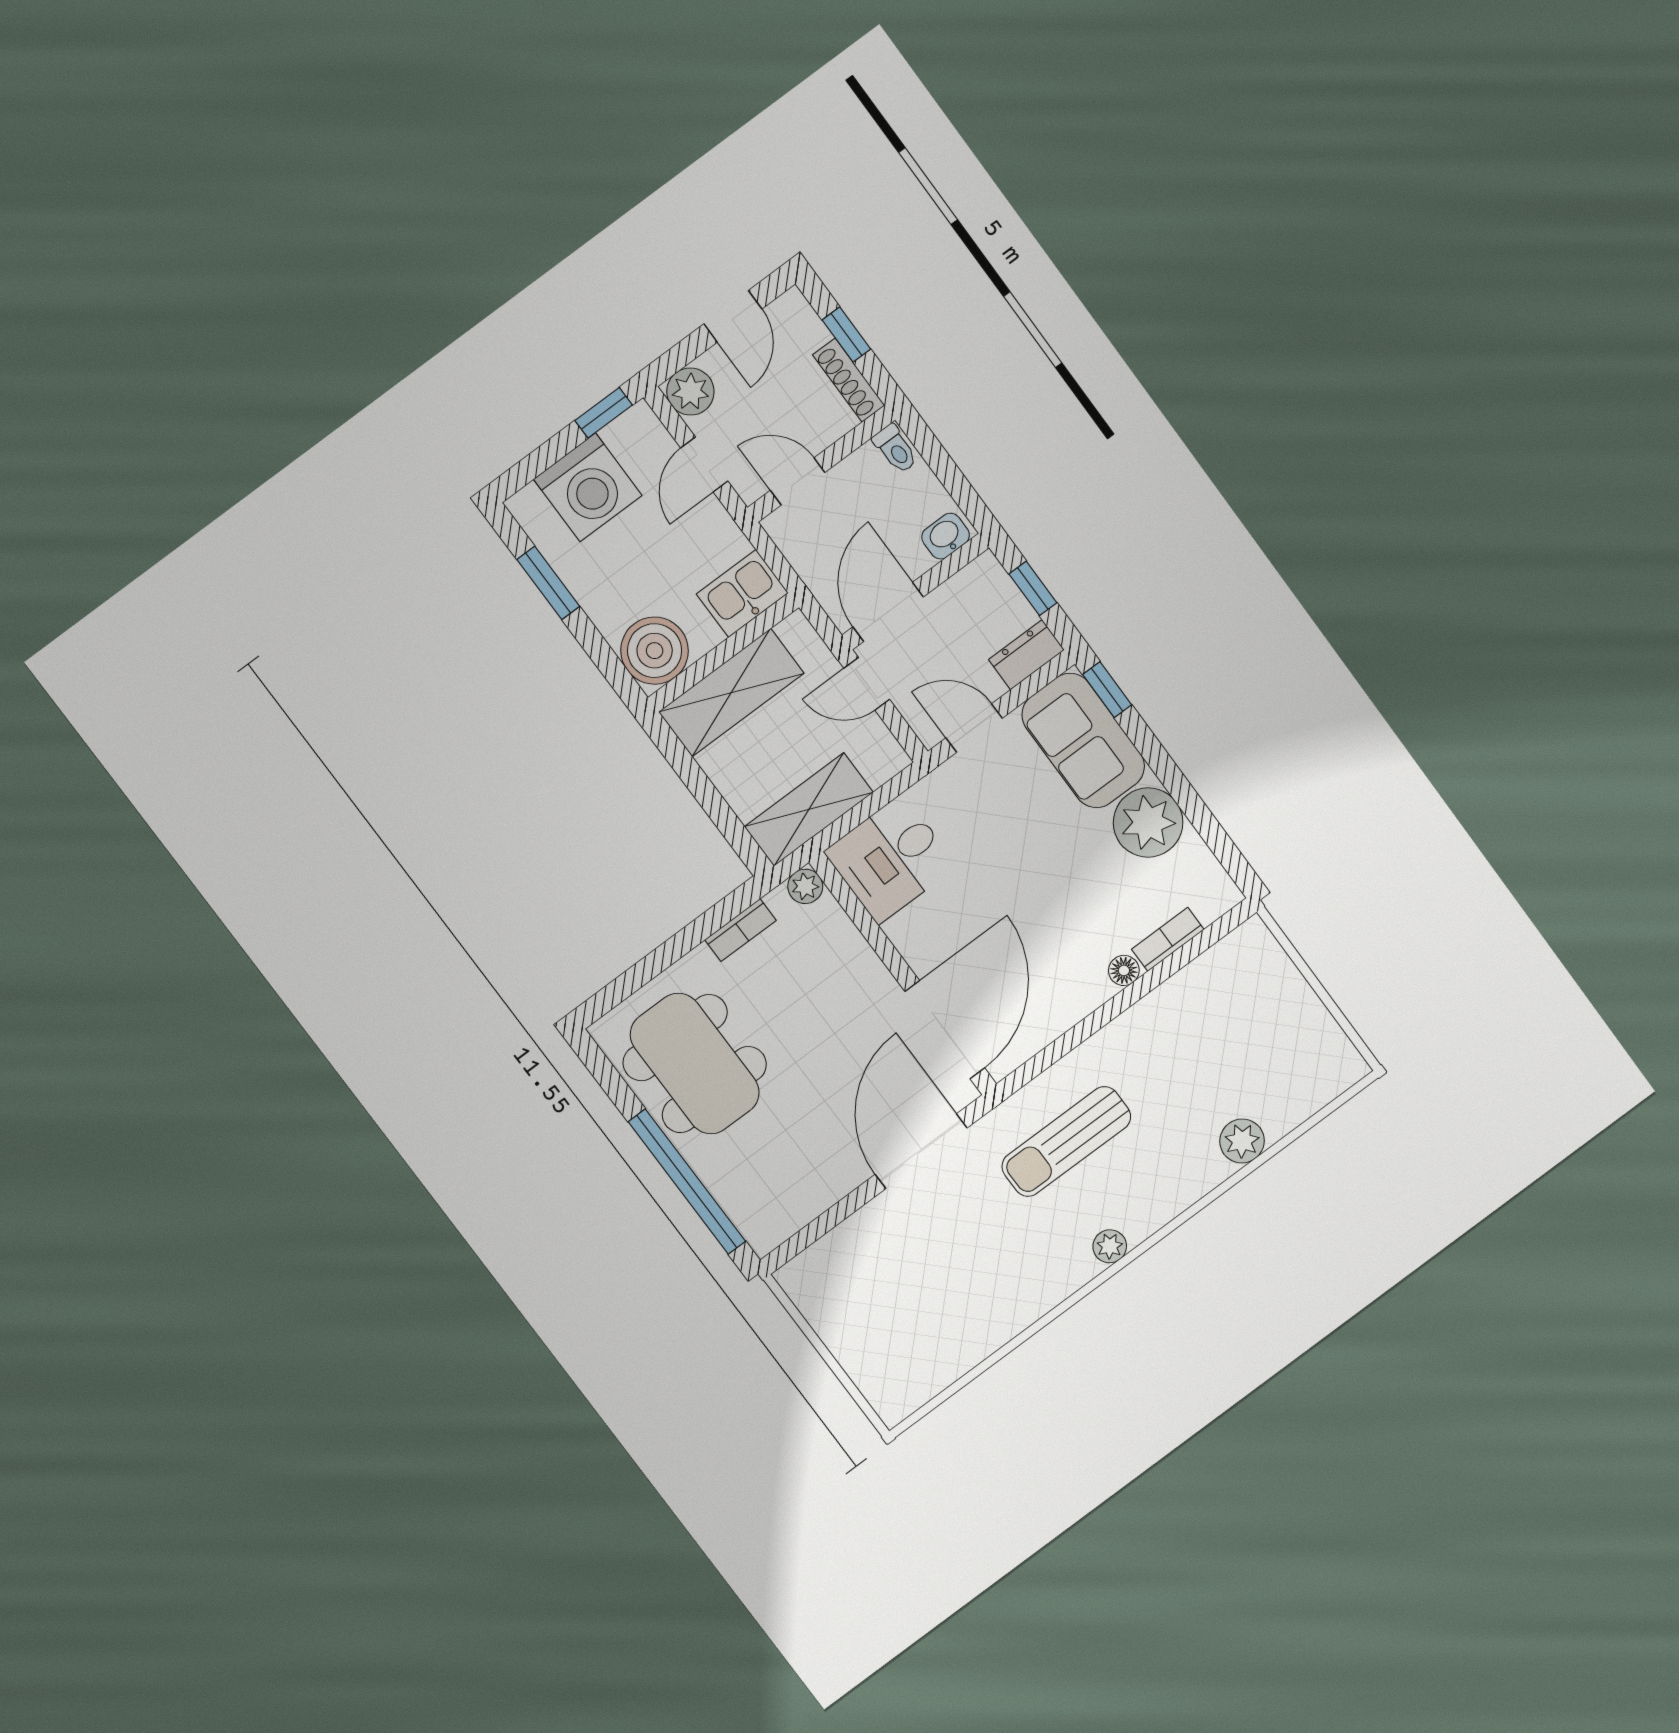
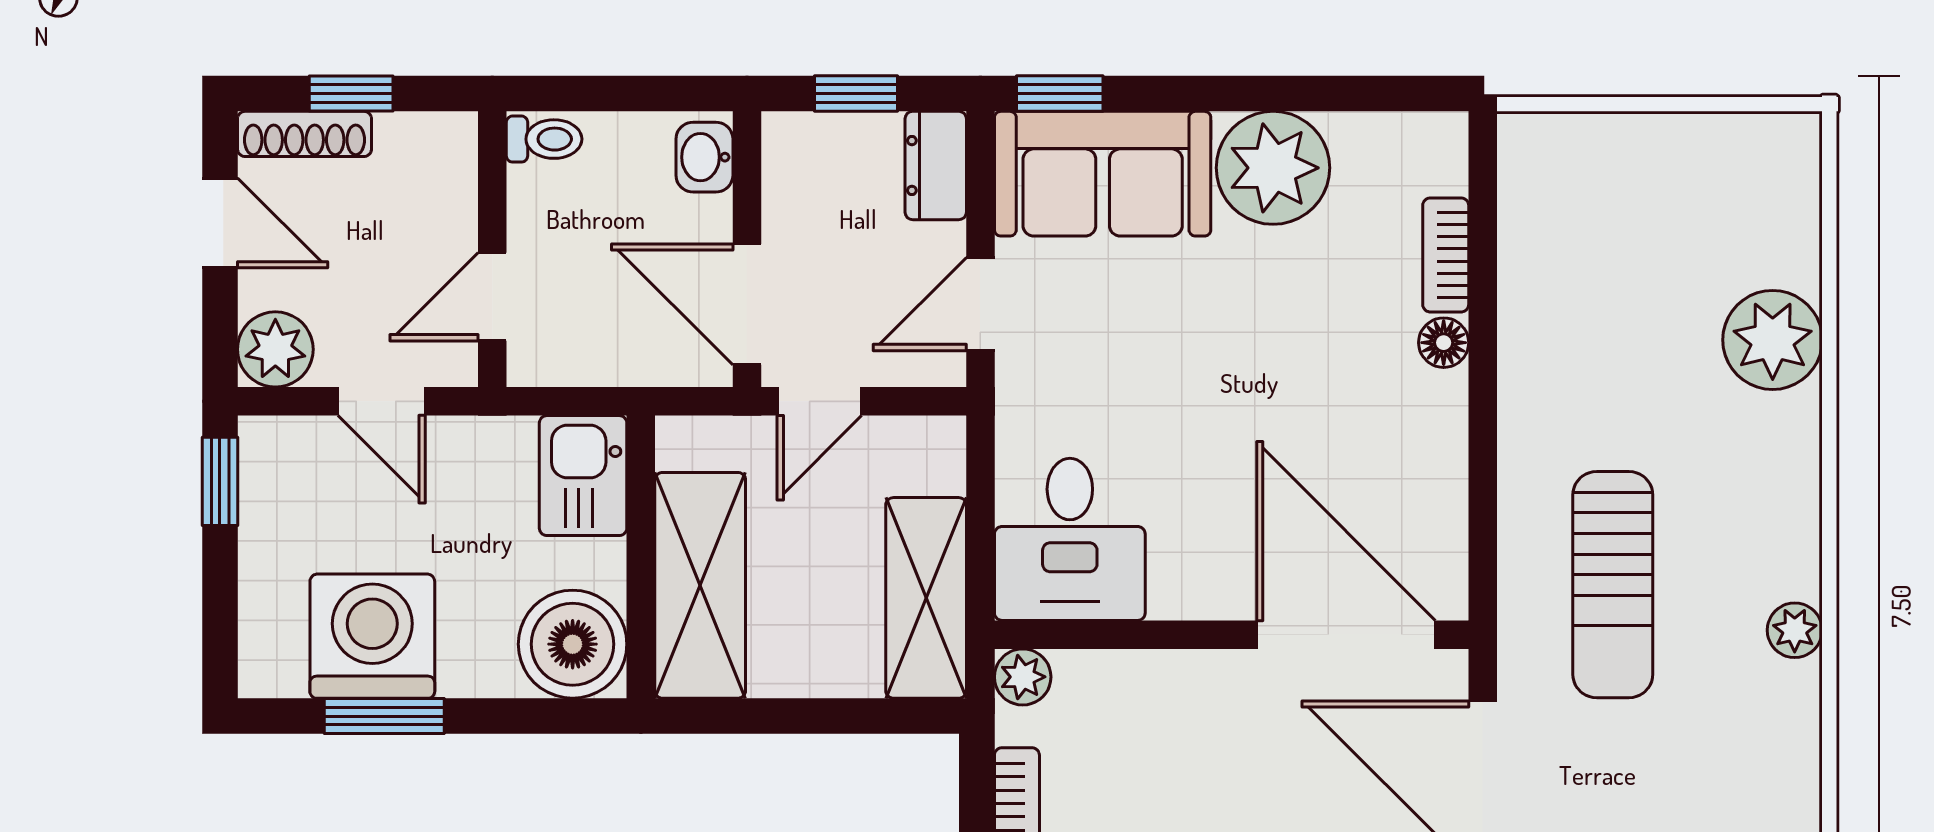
shoe rack: (849, 380) -> (304, 134), moved
washing machine: (588, 487) -> (372, 636), moved, turned -90
plant: (1242, 1141) -> (1773, 340), width x1.36, depth x1.36

